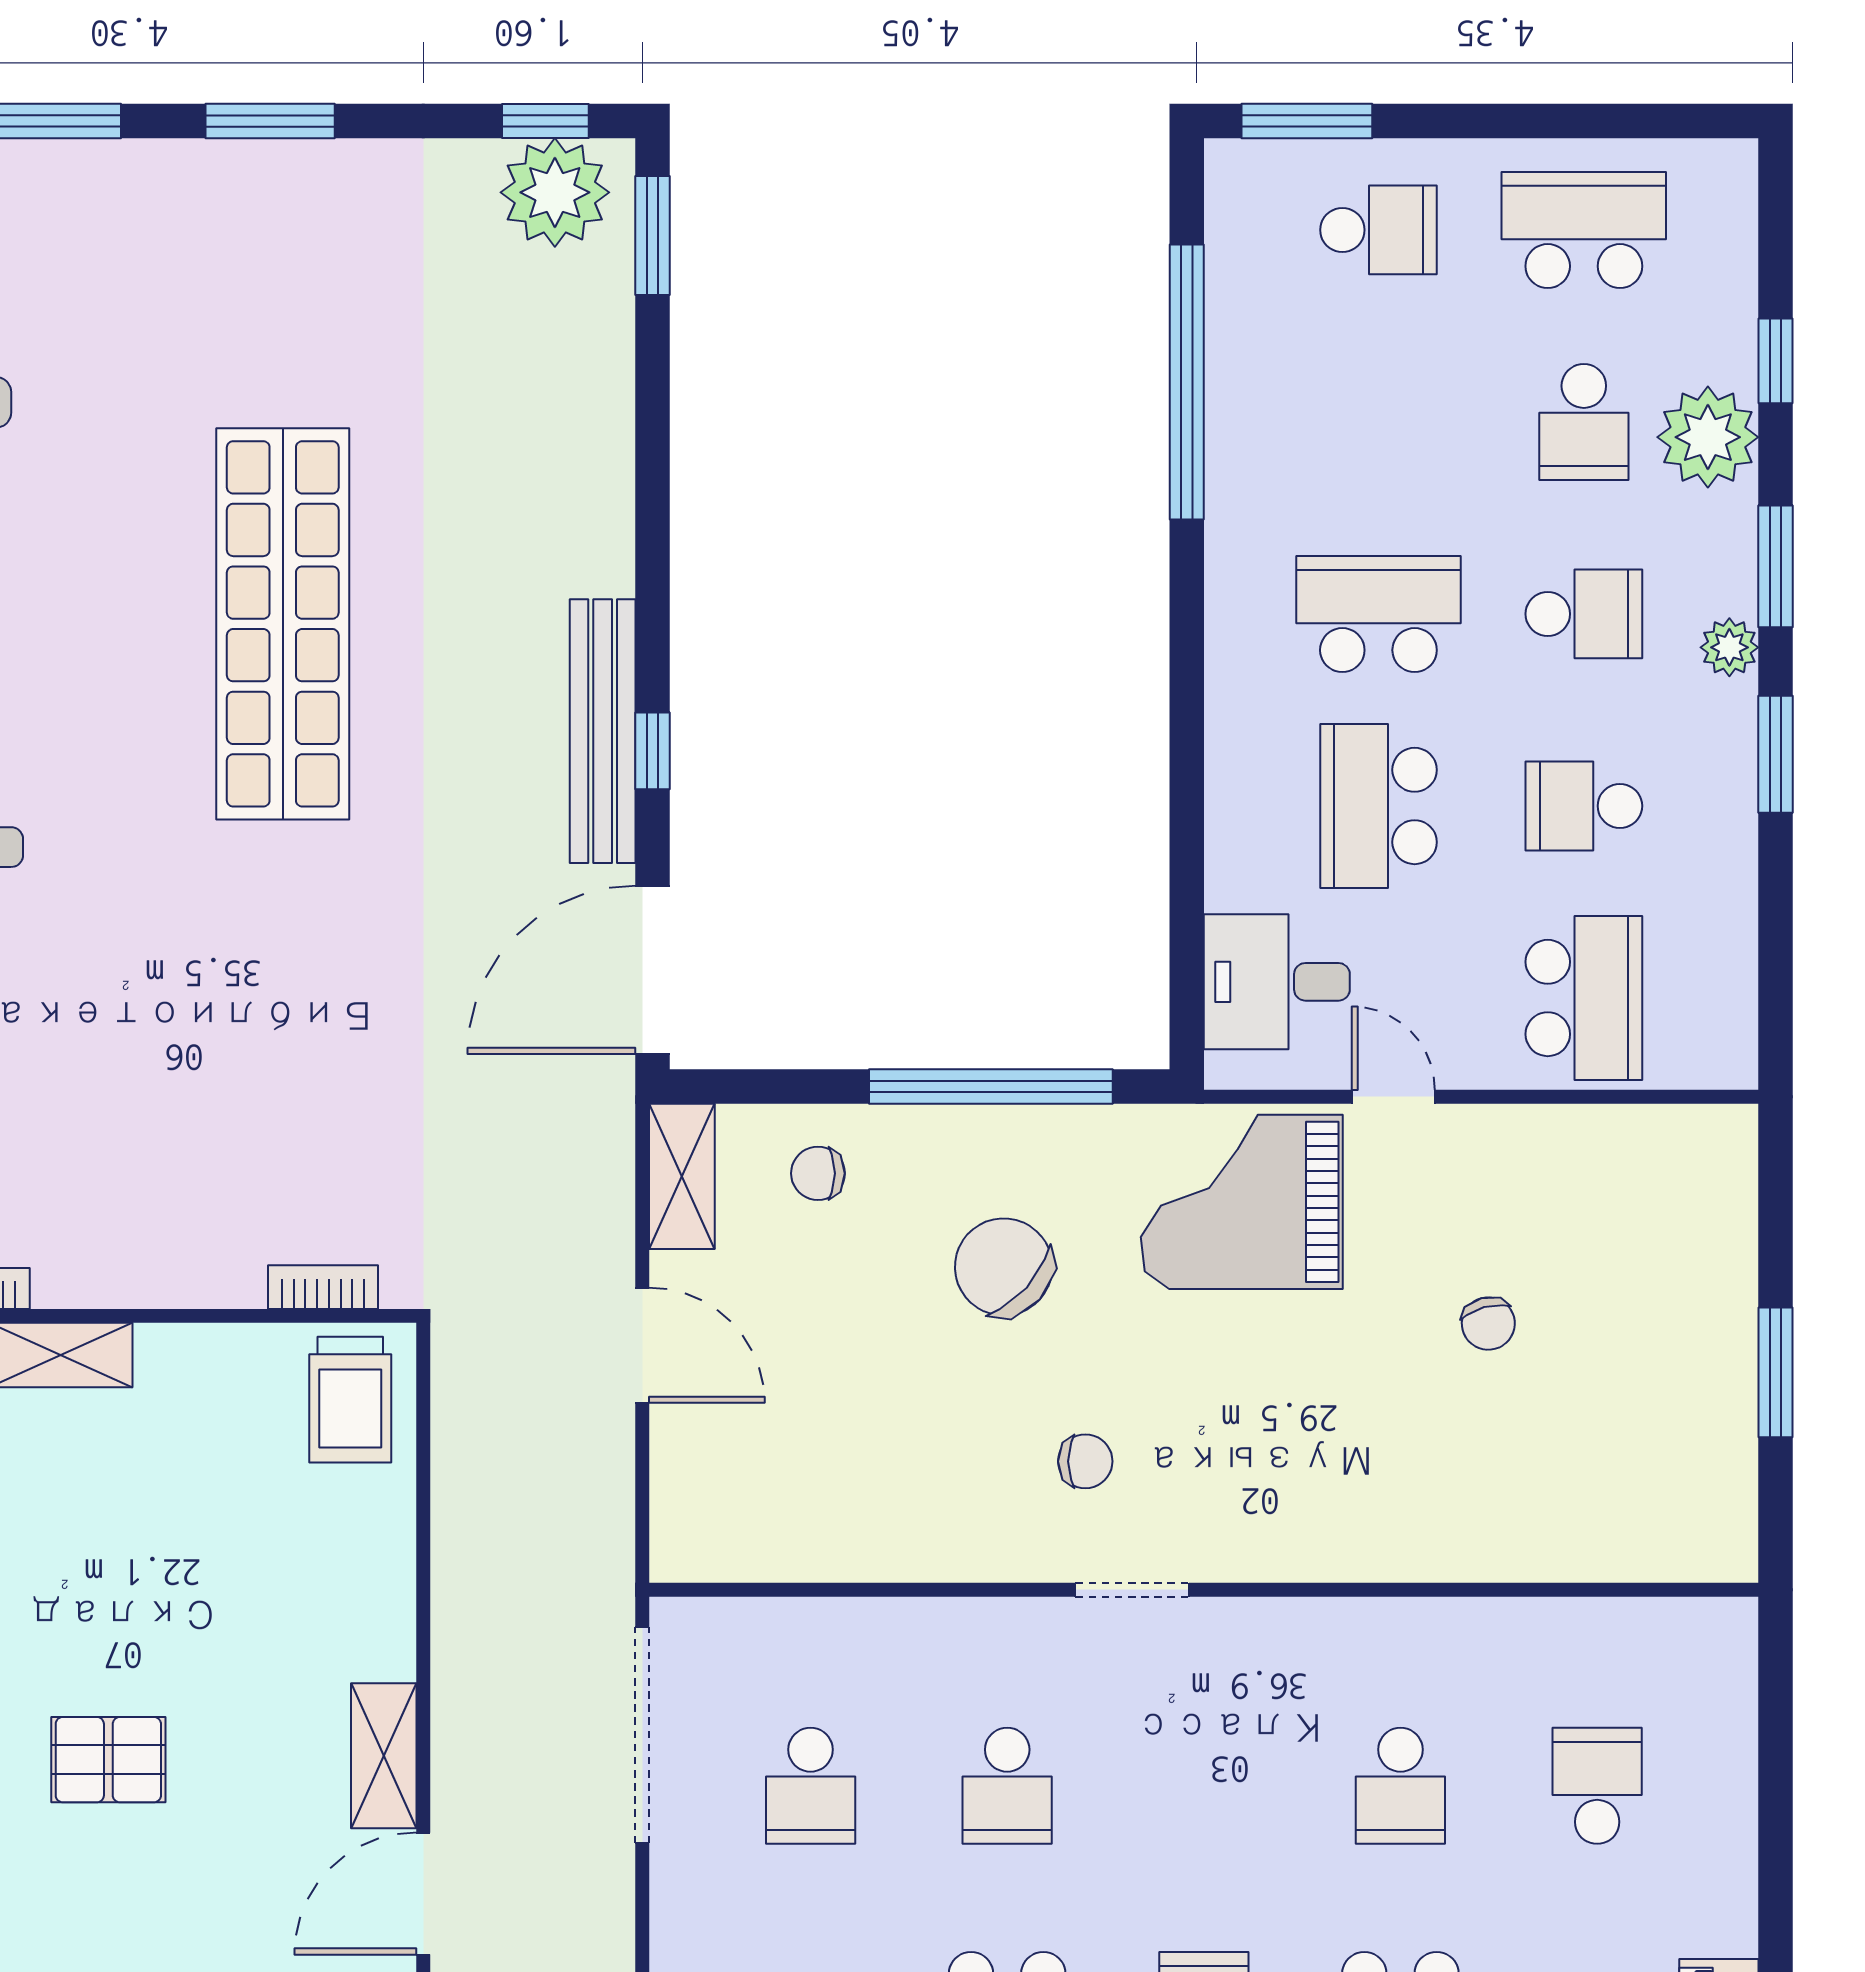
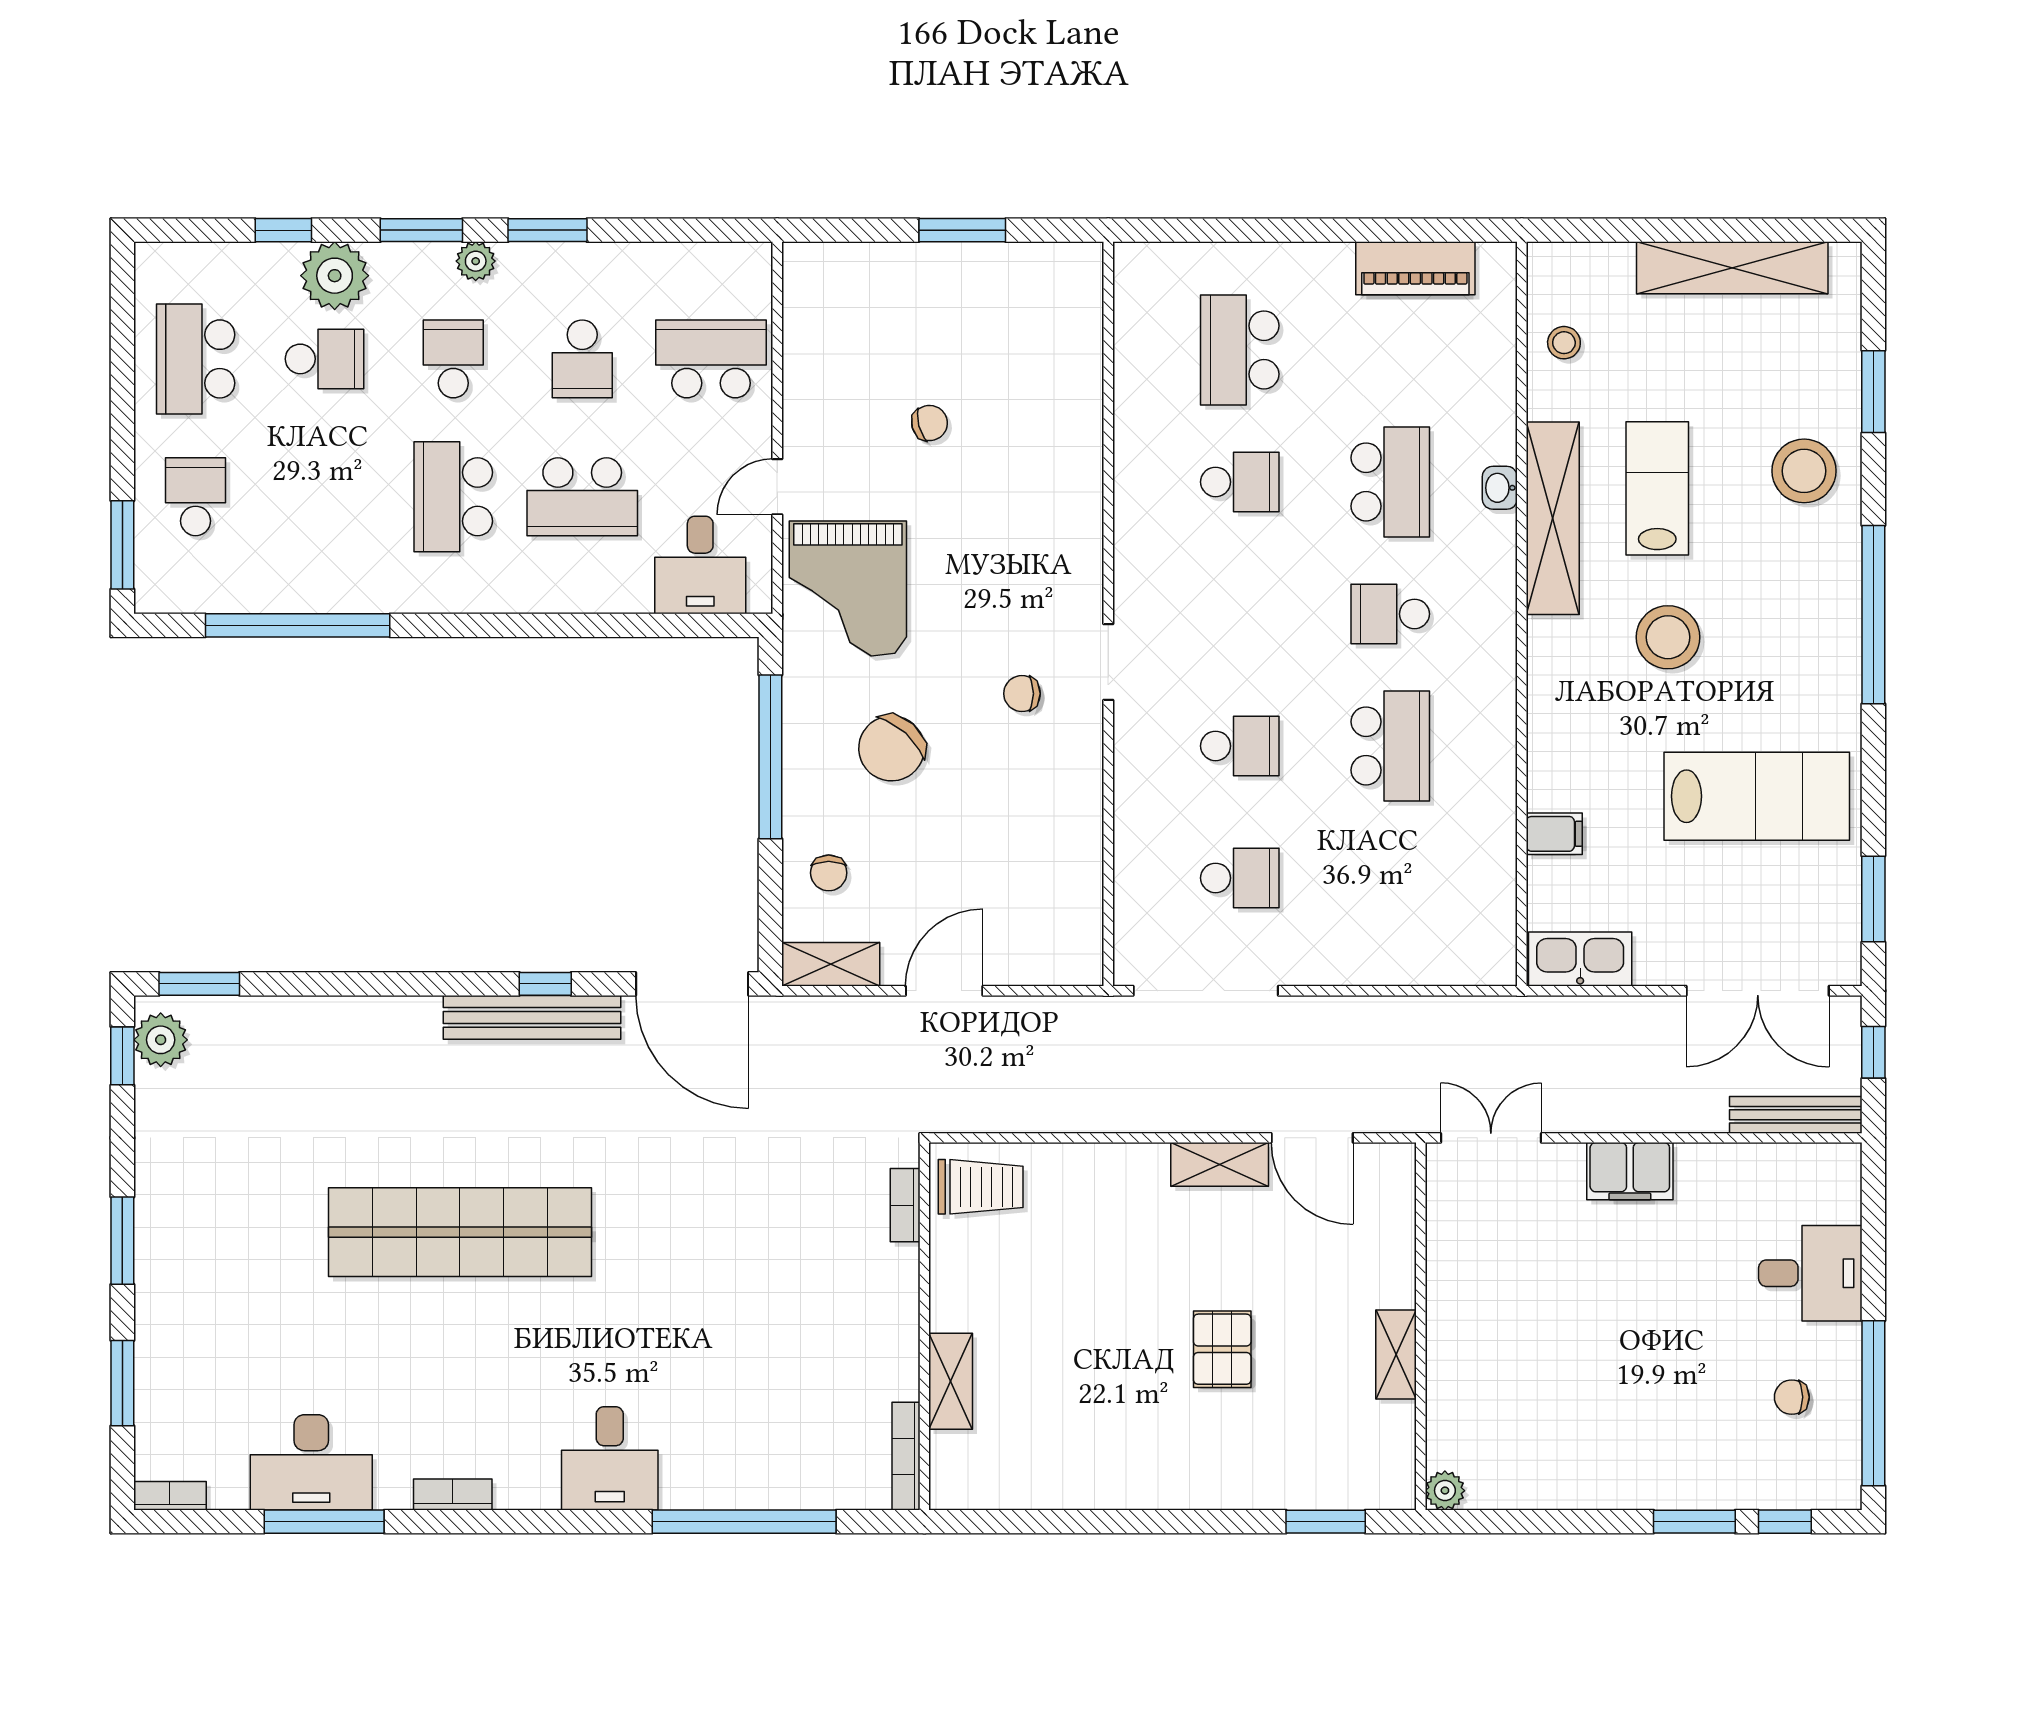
plant: (555, 192) -> (161, 1040), width x0.73, depth x0.73
chair: (1085, 1461) -> (1022, 694), turned -90
school desk: (1597, 1786) -> (1240, 350), width x1.85

